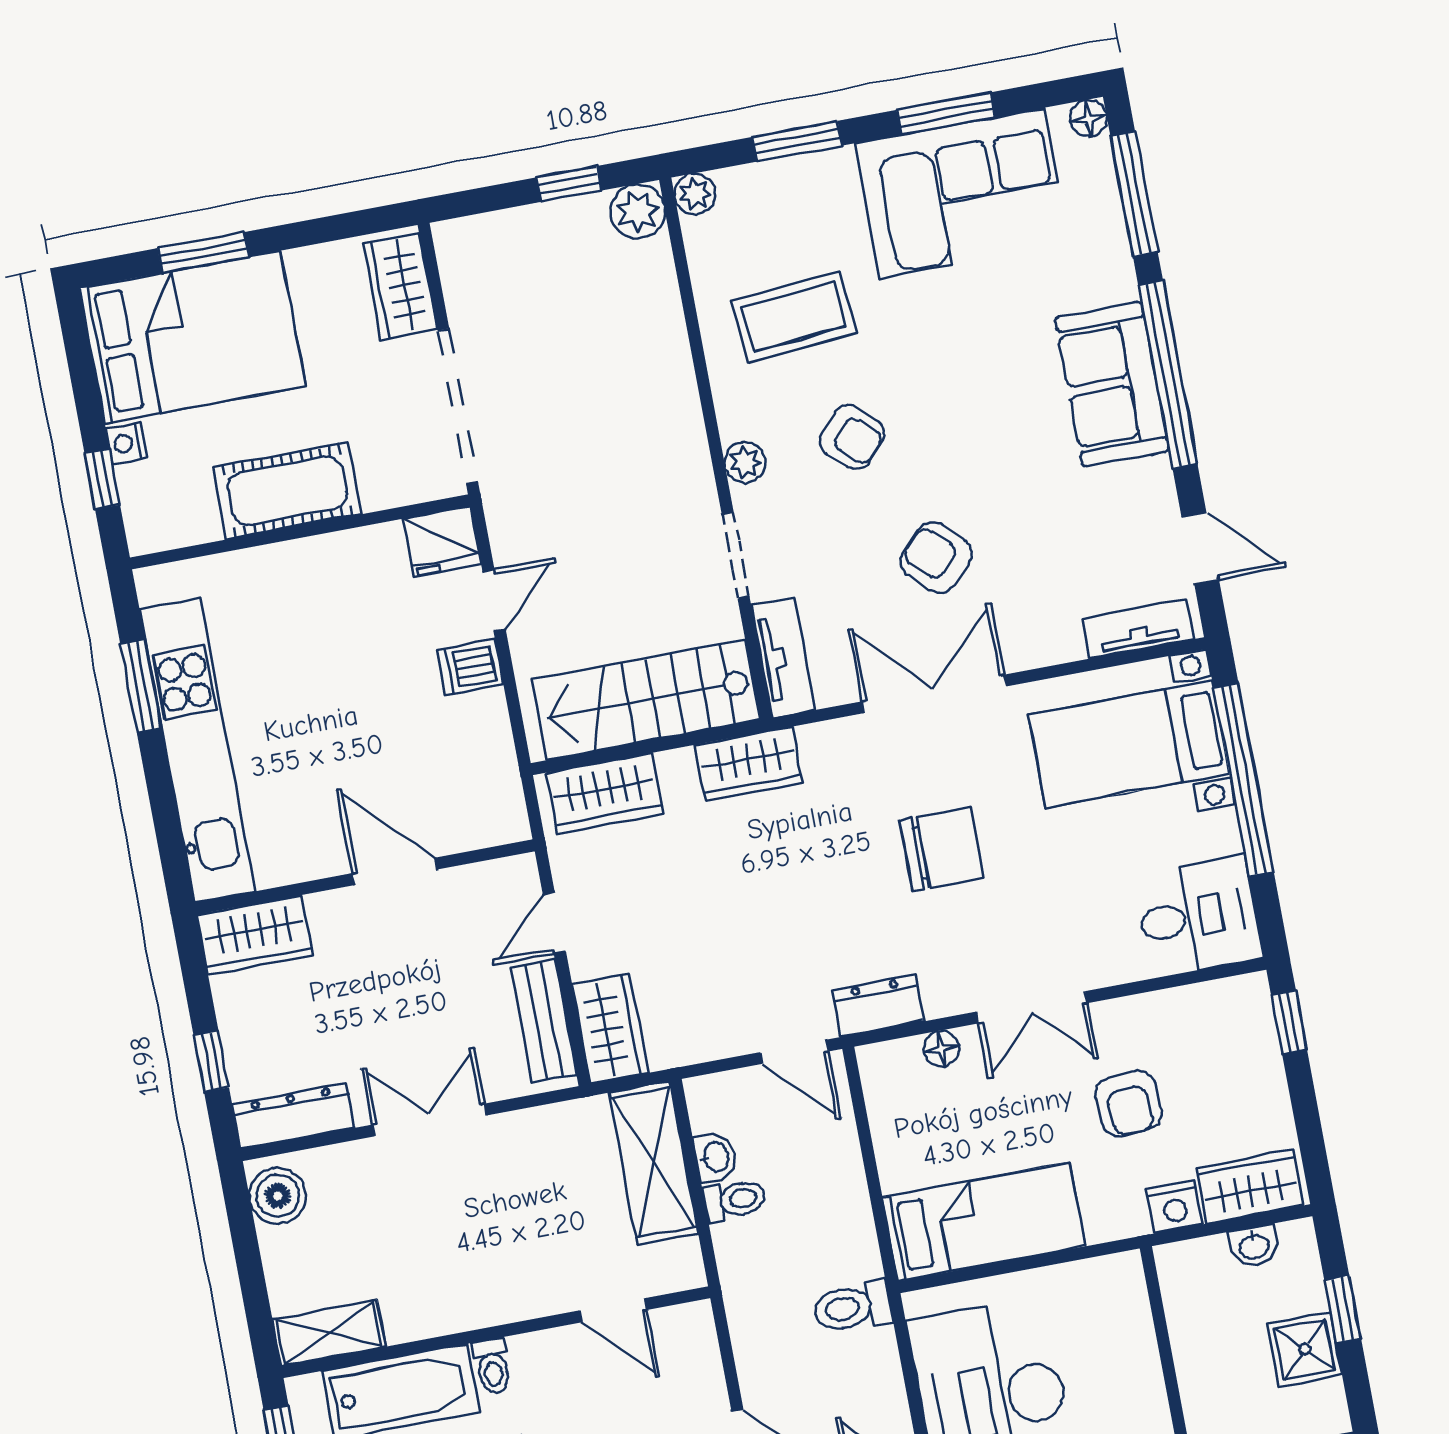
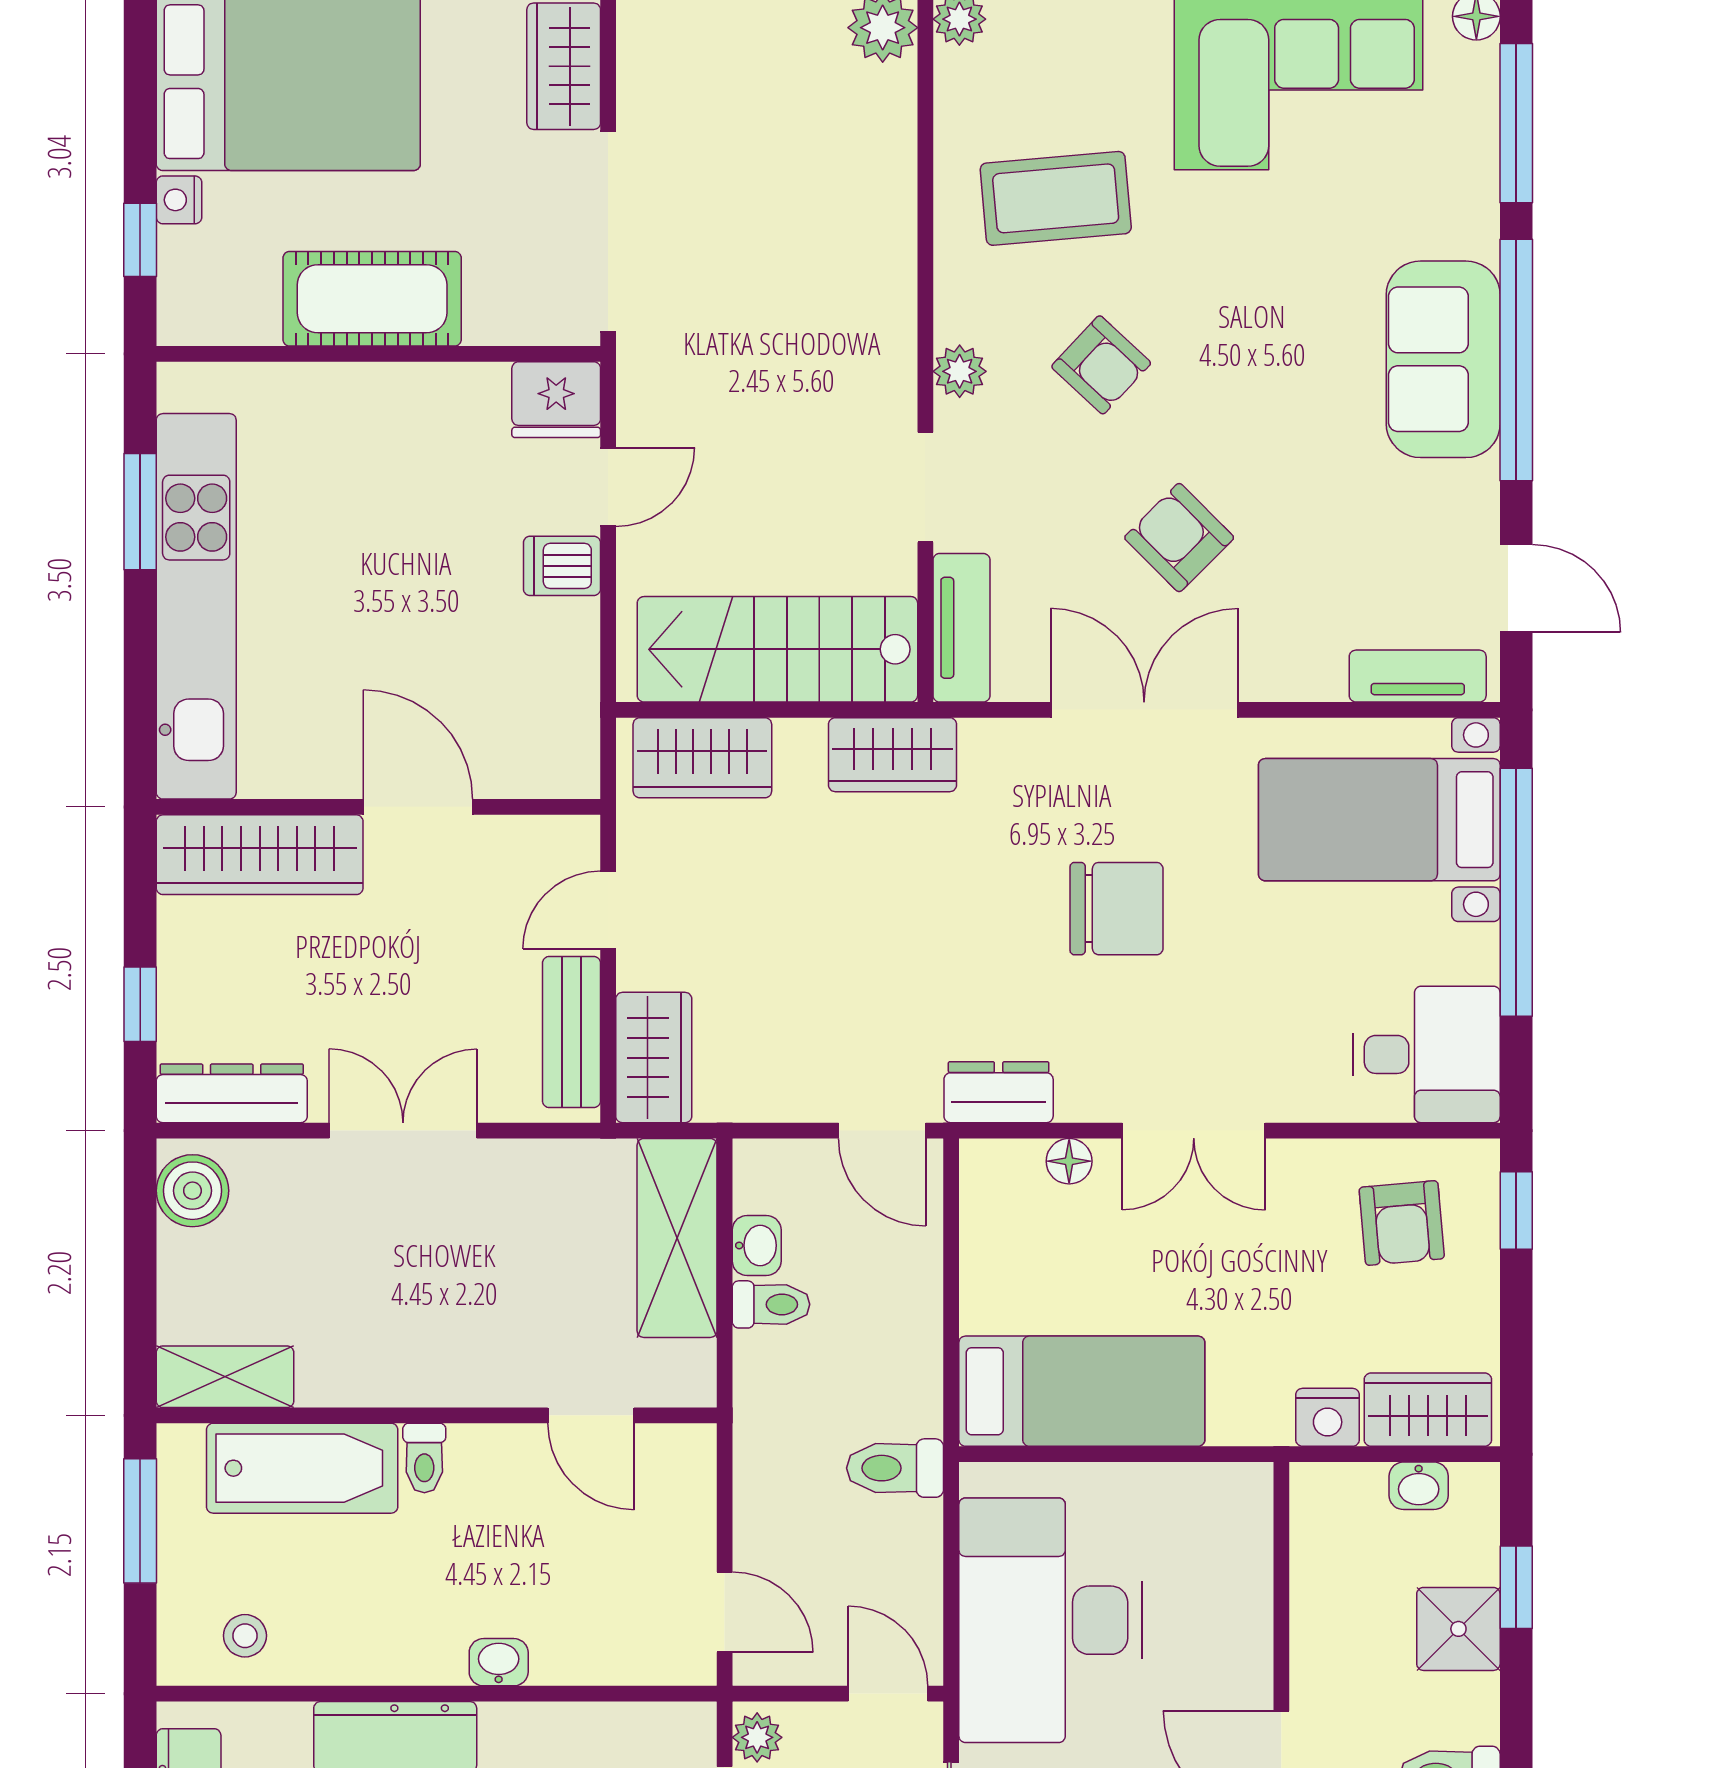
wardrobe: (255, 935) -> (260, 855), width x1.50
armchair: (1128, 1103) -> (1402, 1223), moved

